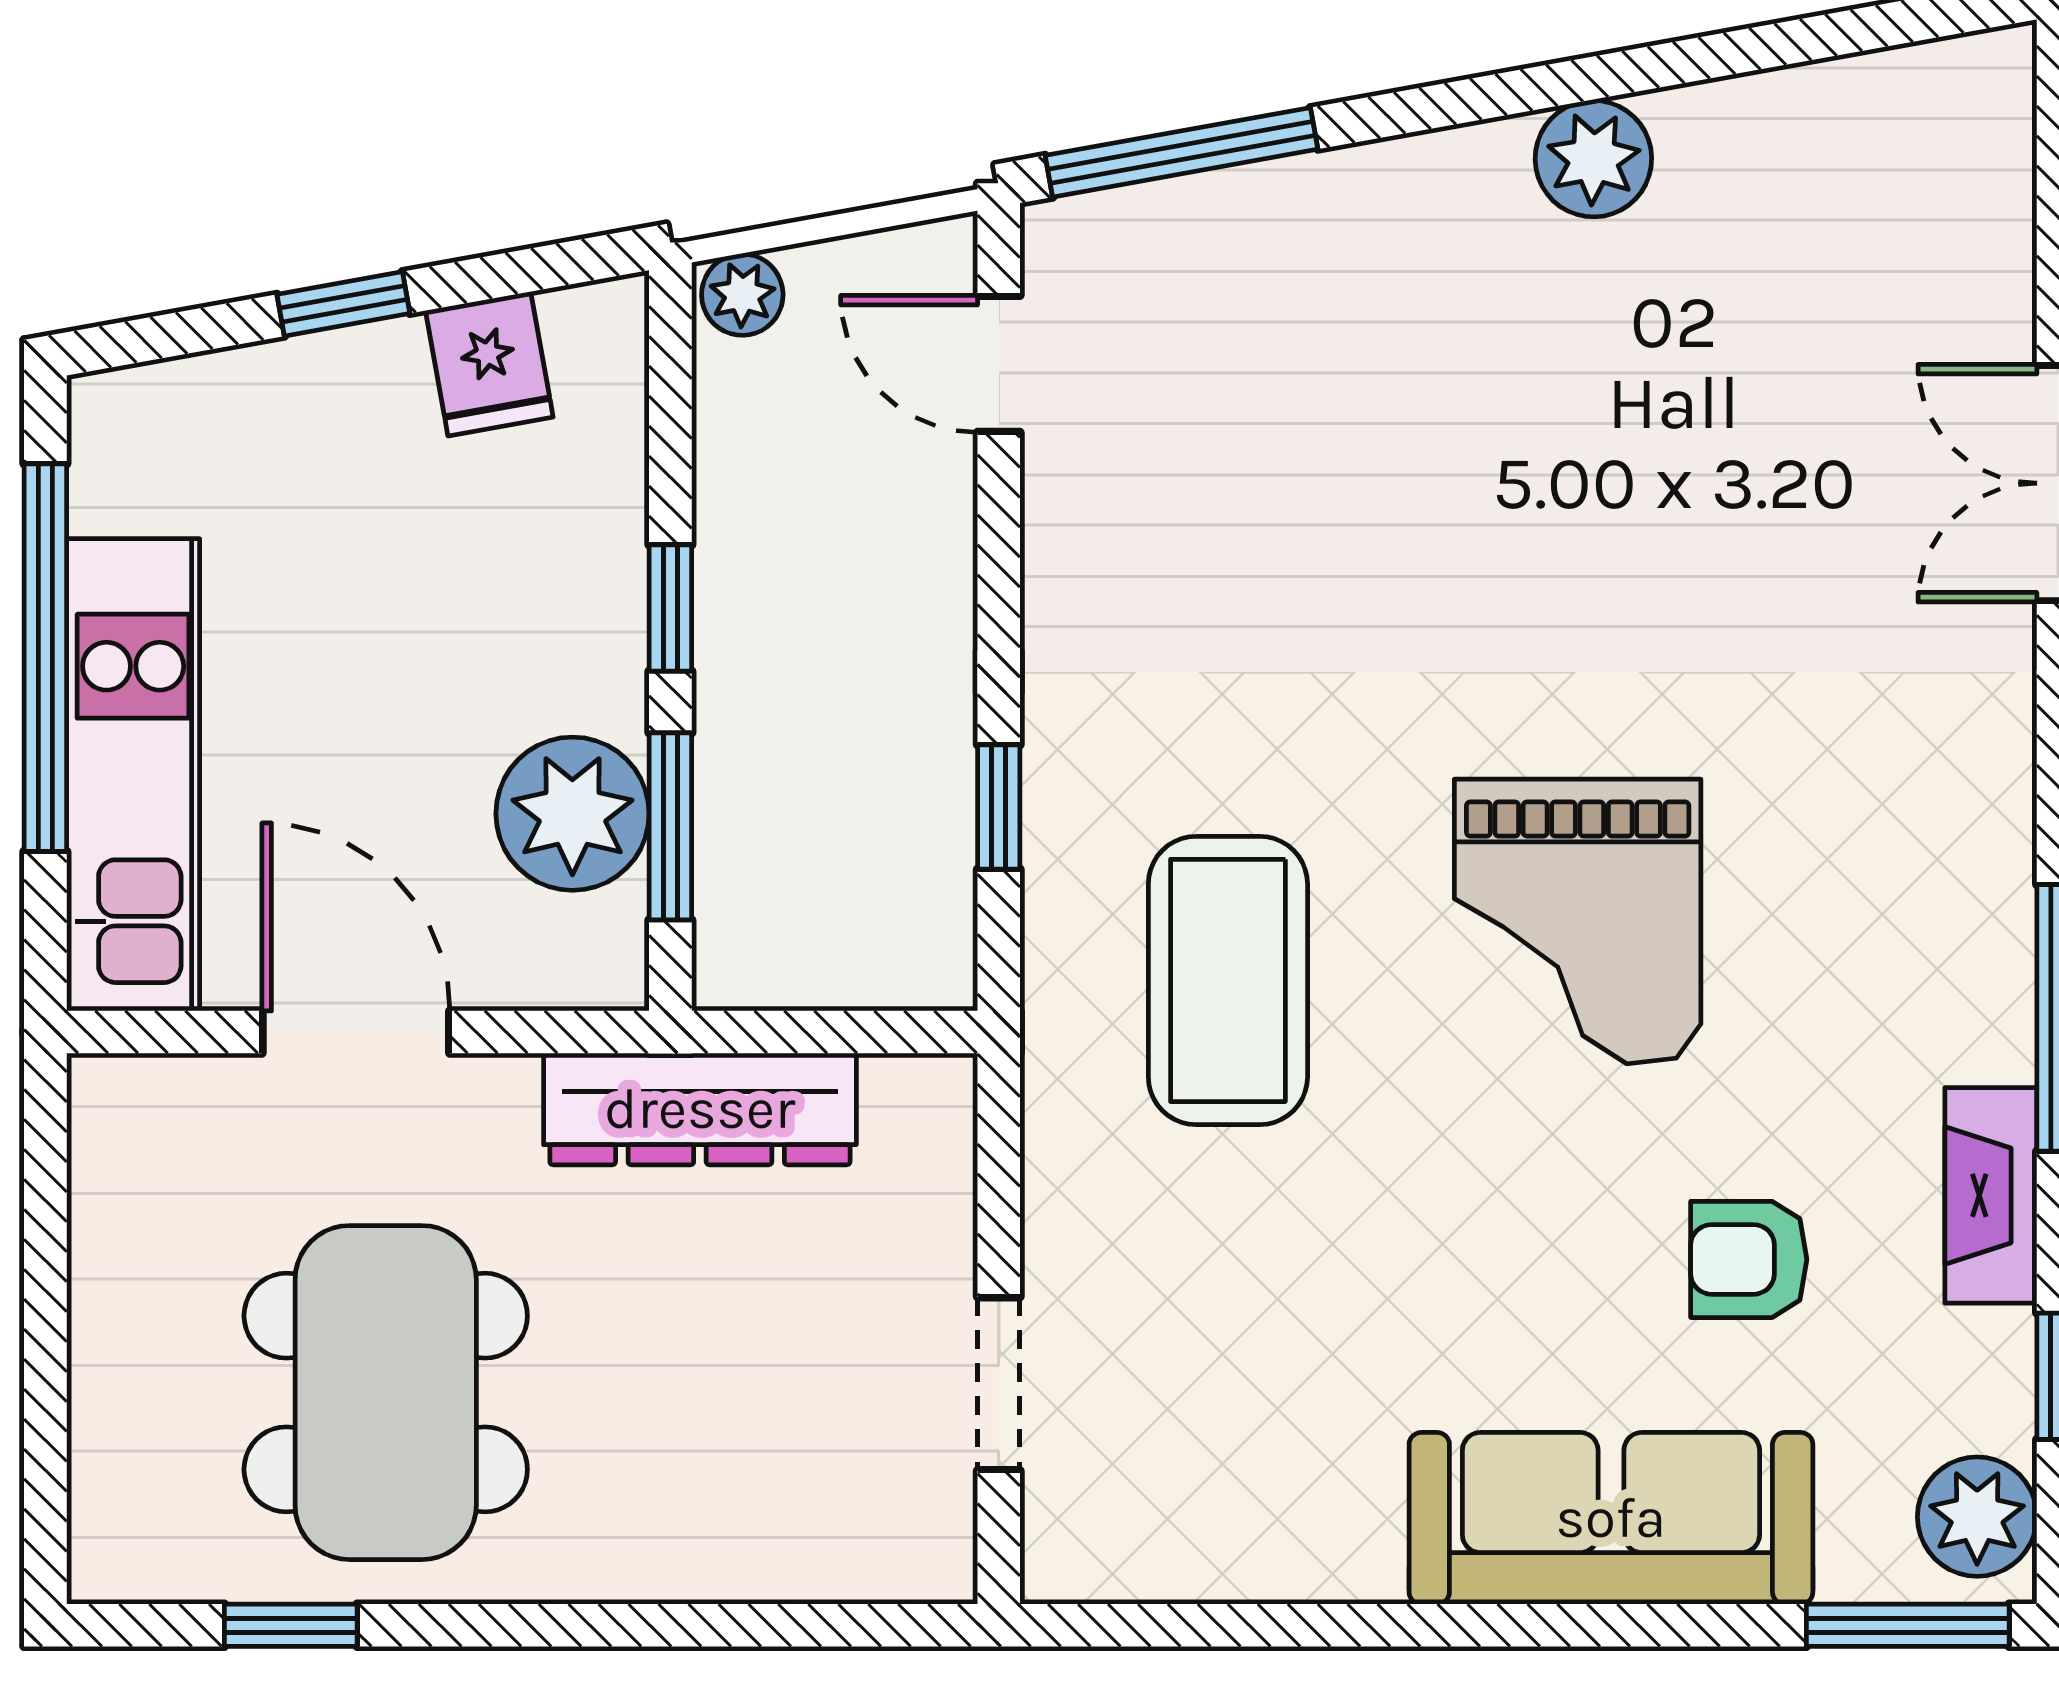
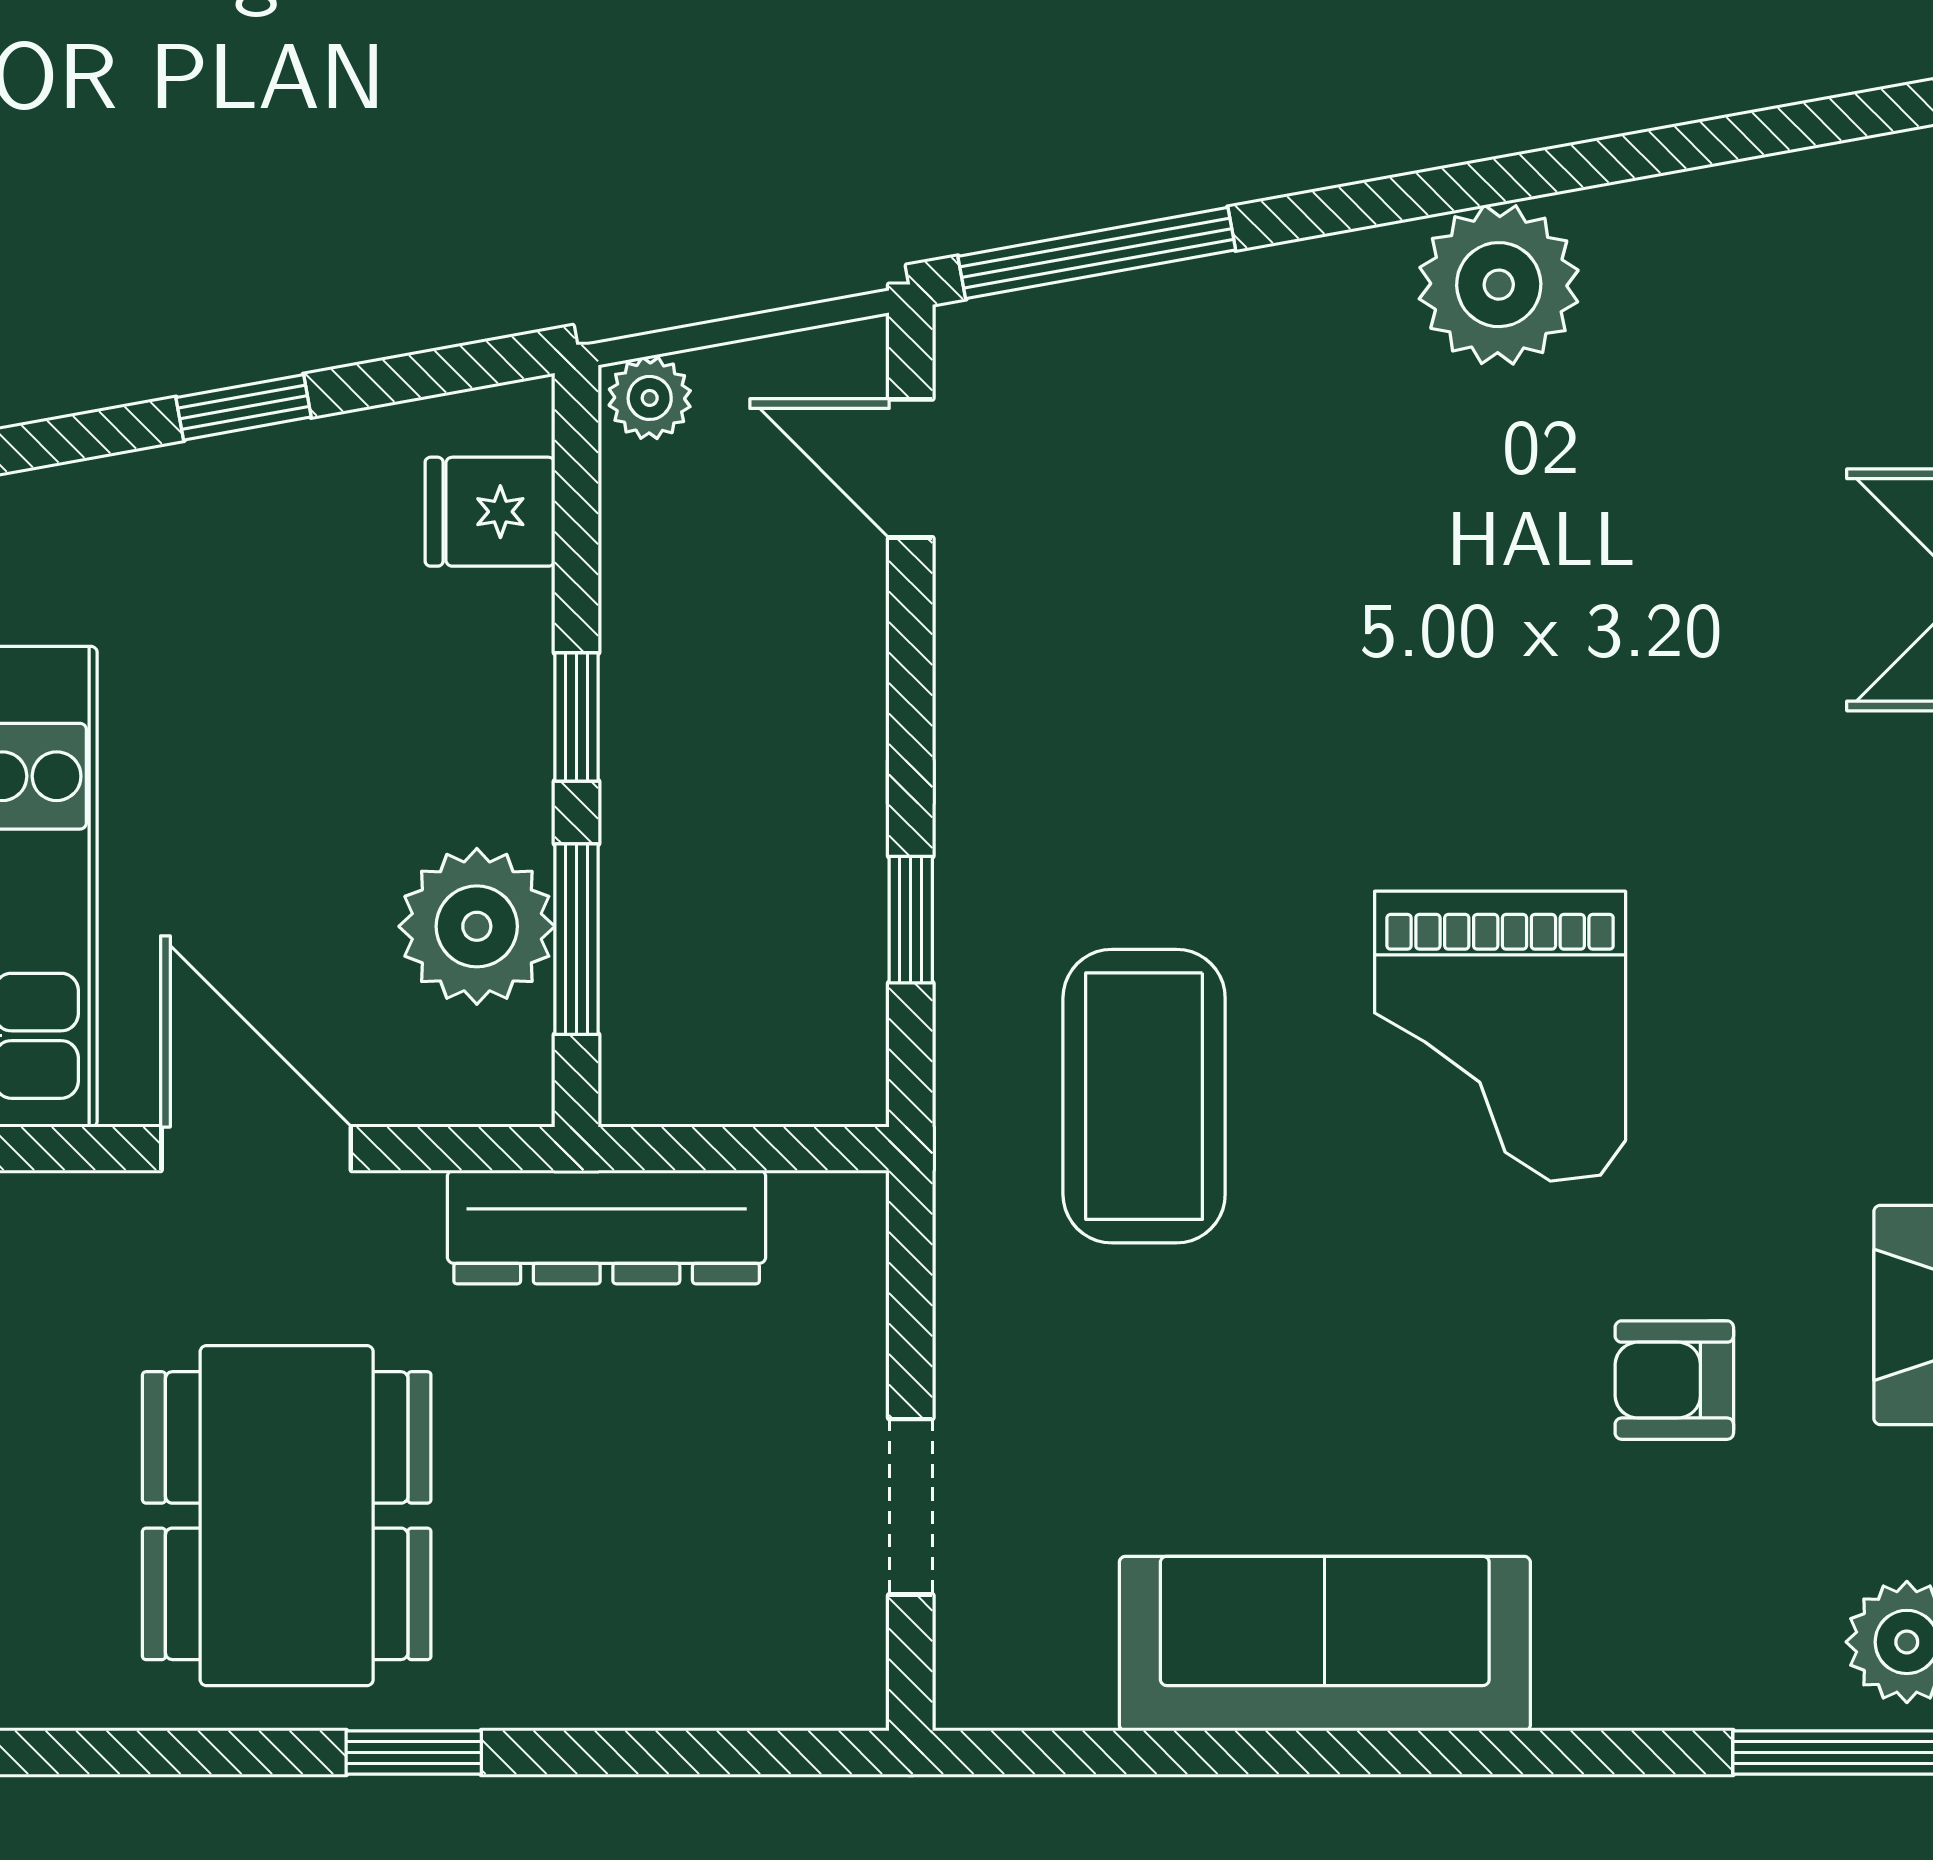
plant: (1593, 159) -> (1499, 285), width x1.36, depth x1.36
fridge: (489, 364) -> (490, 512), moved, turned 100
sofa: (1611, 1518) -> (1325, 1644), moved
window: (291, 1625) -> (414, 1753), moved

